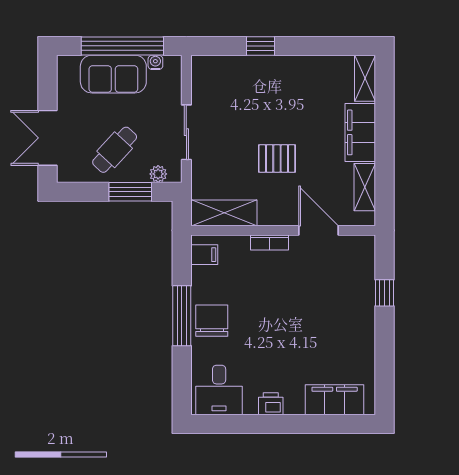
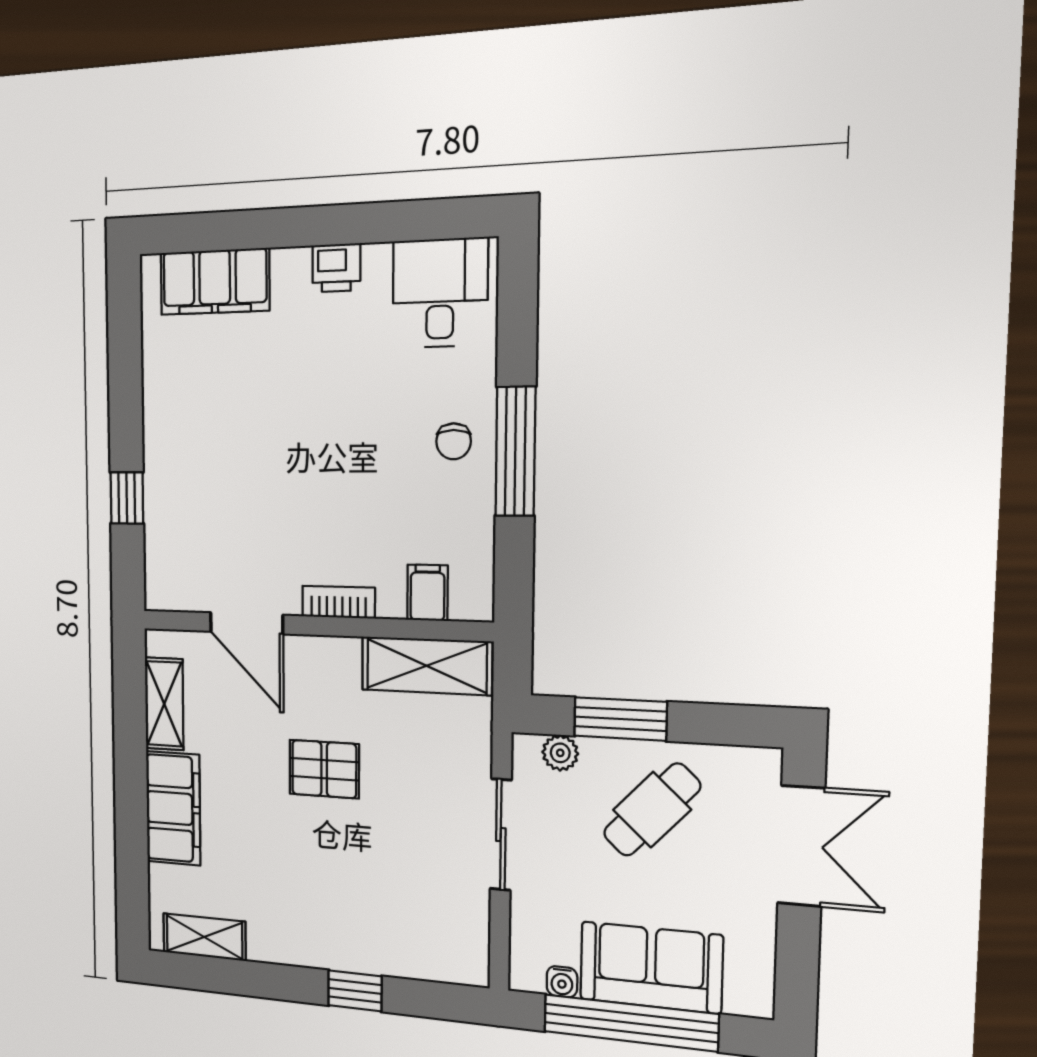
shelving: (365, 78) -> (204, 937), moved, turned 90
filing cabinet: (204, 255) -> (427, 593), moved, turned 90
chair: (212, 321) -> (454, 441), width x0.54, depth x0.54

